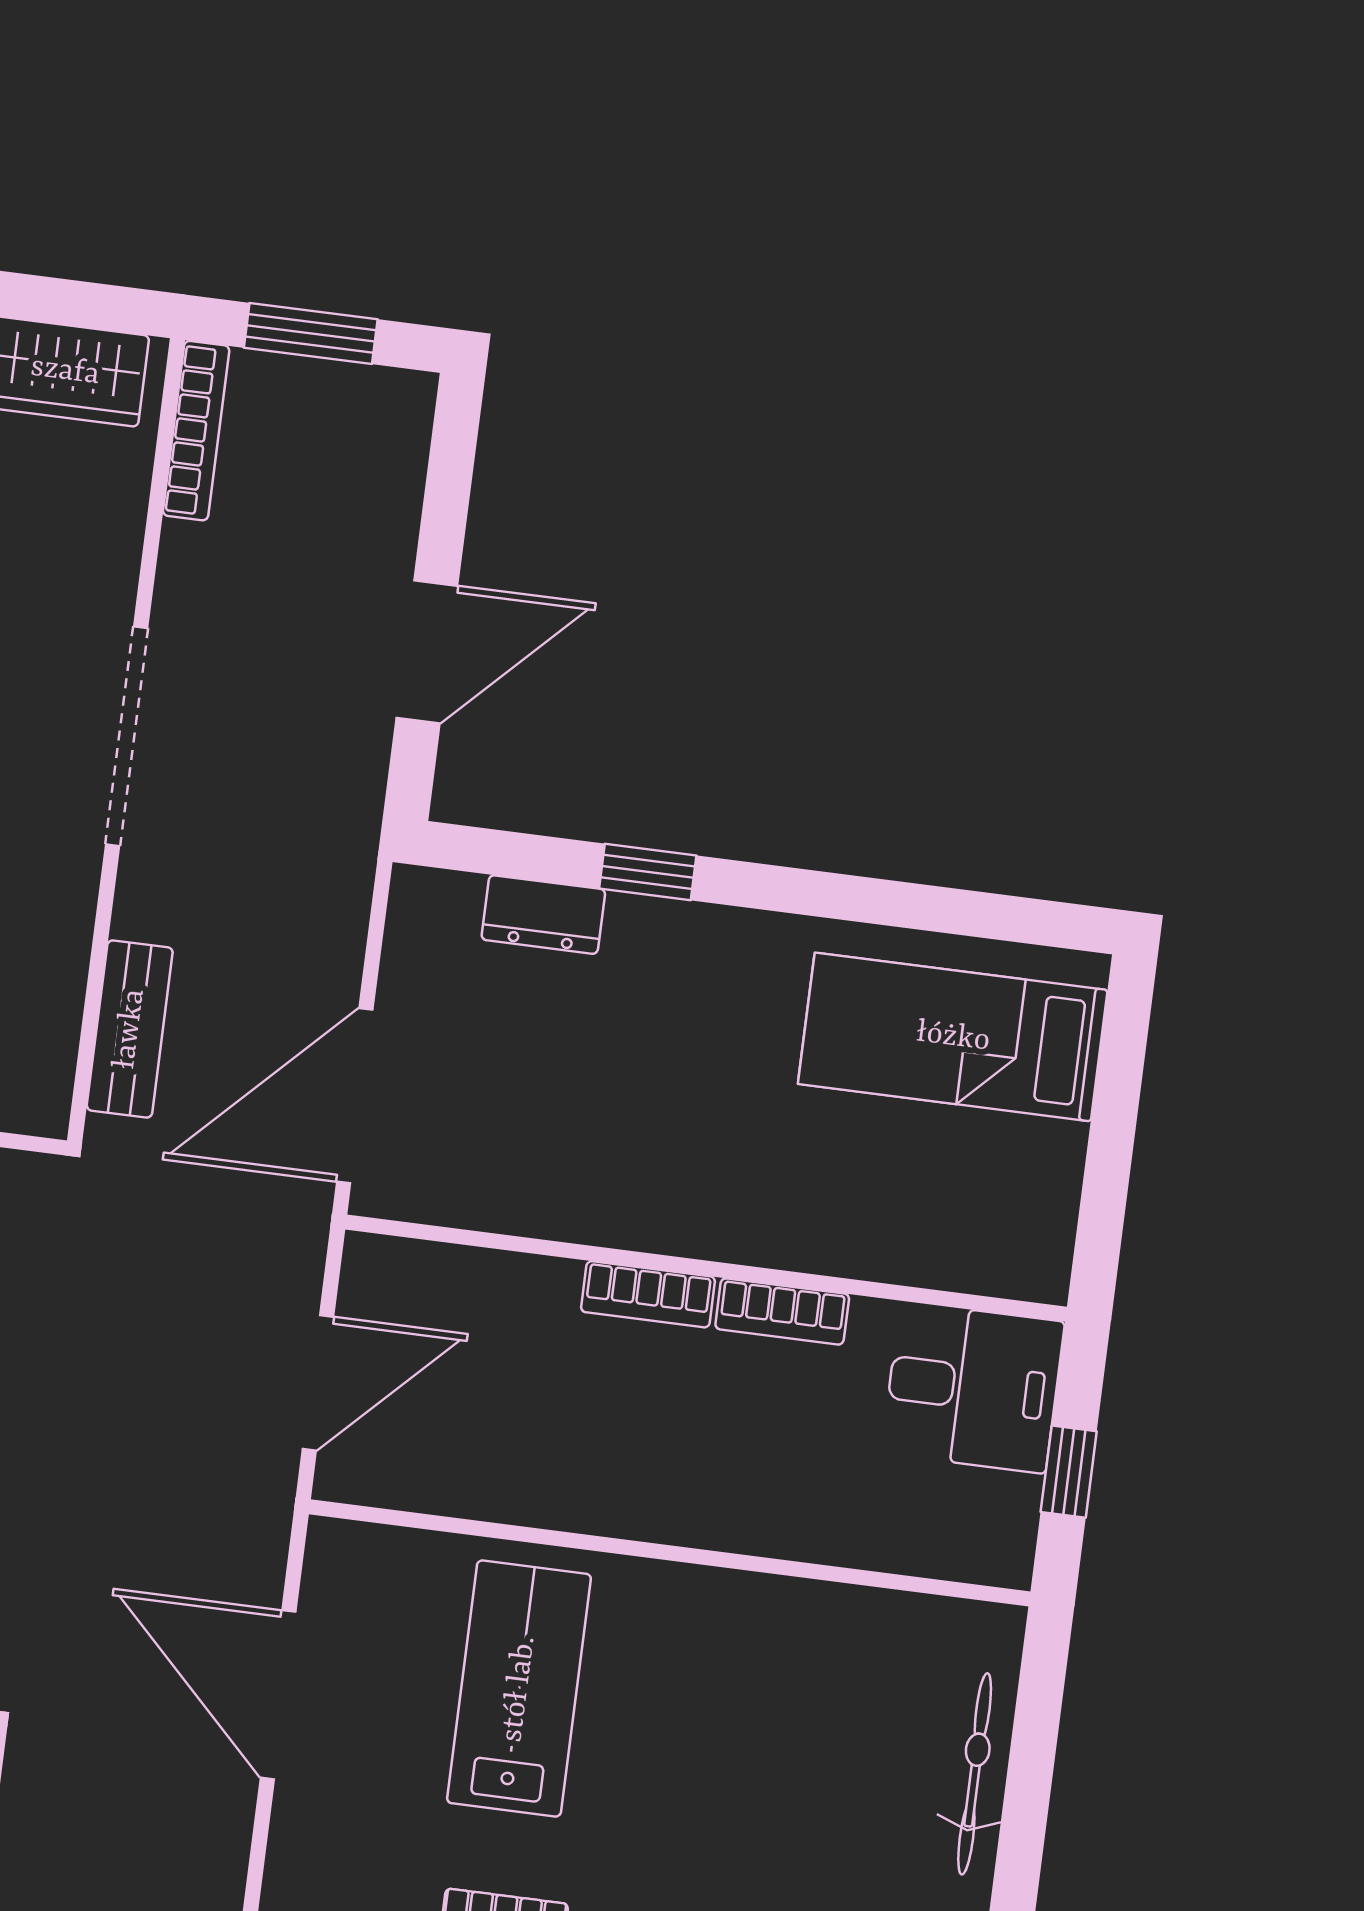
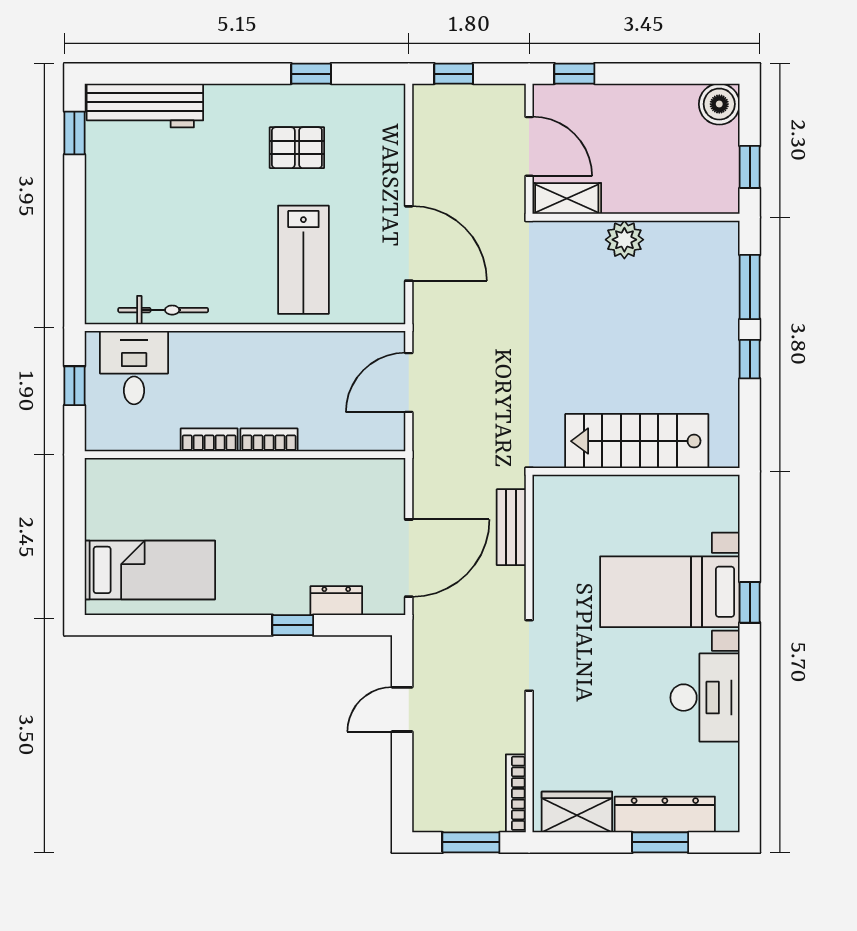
door: (427, 652) -> (402, 709), width x0.73
doorway: (127, 736) -> (529, 655), width x0.73
door: (355, 1096) -> (409, 558), moved
desk: (973, 1387) -> (134, 368), moved, turned 90
bicycle: (975, 1774) -> (163, 310), moved, turned -90

